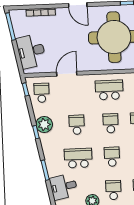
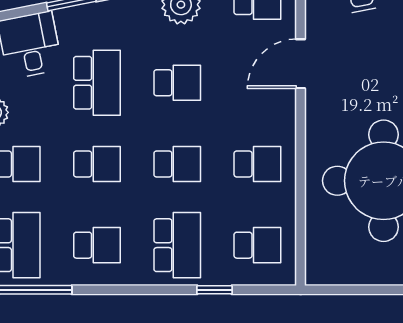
door: (67, 74) -> (301, 64), swing flipped
school desk: (109, 90) -> (257, 164), width x0.54

